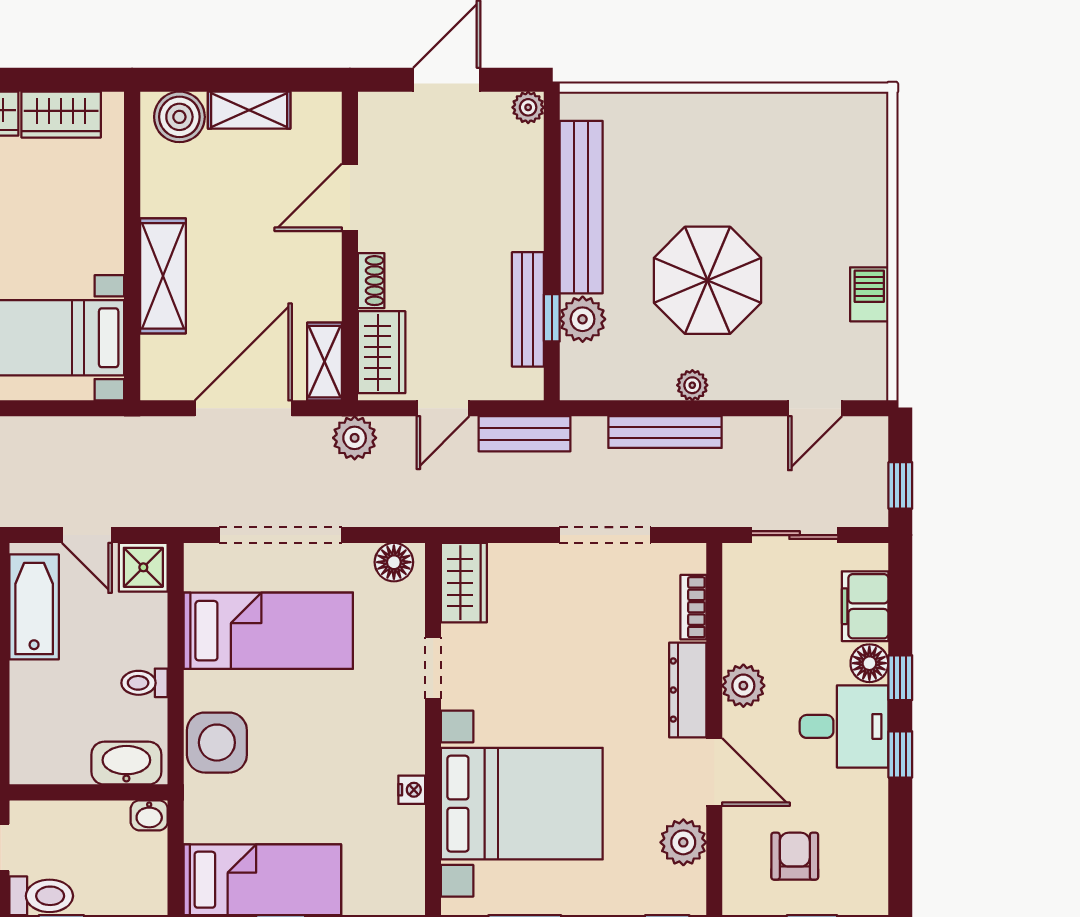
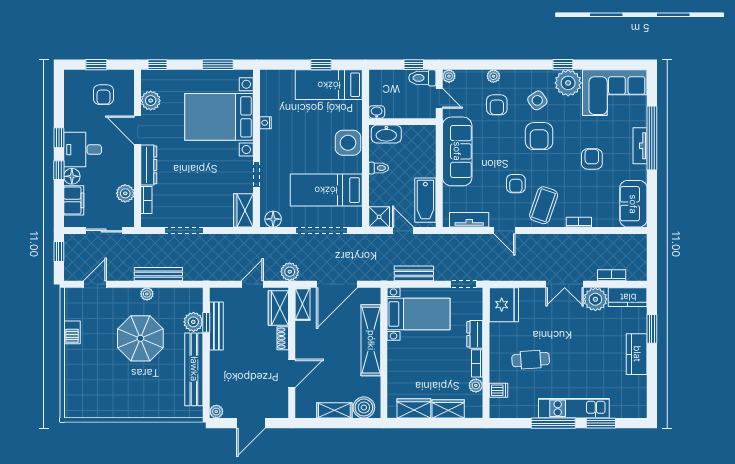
shelving: (163, 276) -> (371, 340), width x1.47
bench: (525, 434) -> (414, 273), moved
plant: (743, 686) -> (125, 193), moved

